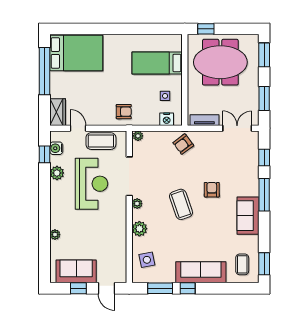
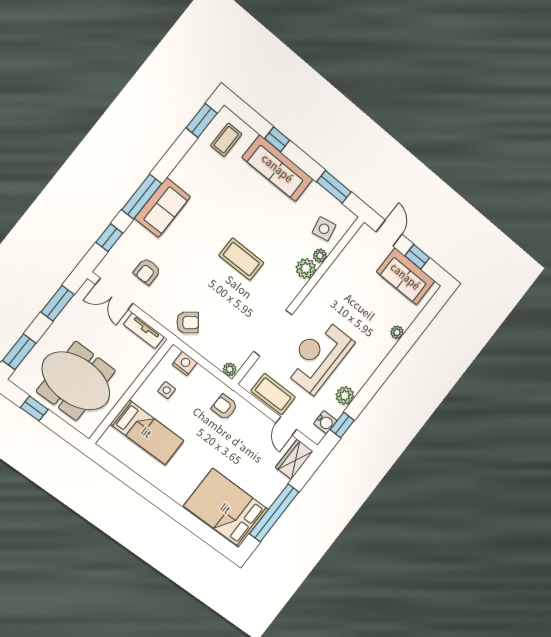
window: (206, 29) -> (34, 408), moved
armchair: (212, 190) -> (147, 271), moved
plant: (137, 204) -> (320, 256), moved
coffee table: (181, 204) -> (241, 259), turned -71
sofa: (248, 216) -> (162, 208), moved
window: (188, 288) -> (277, 139), moved

